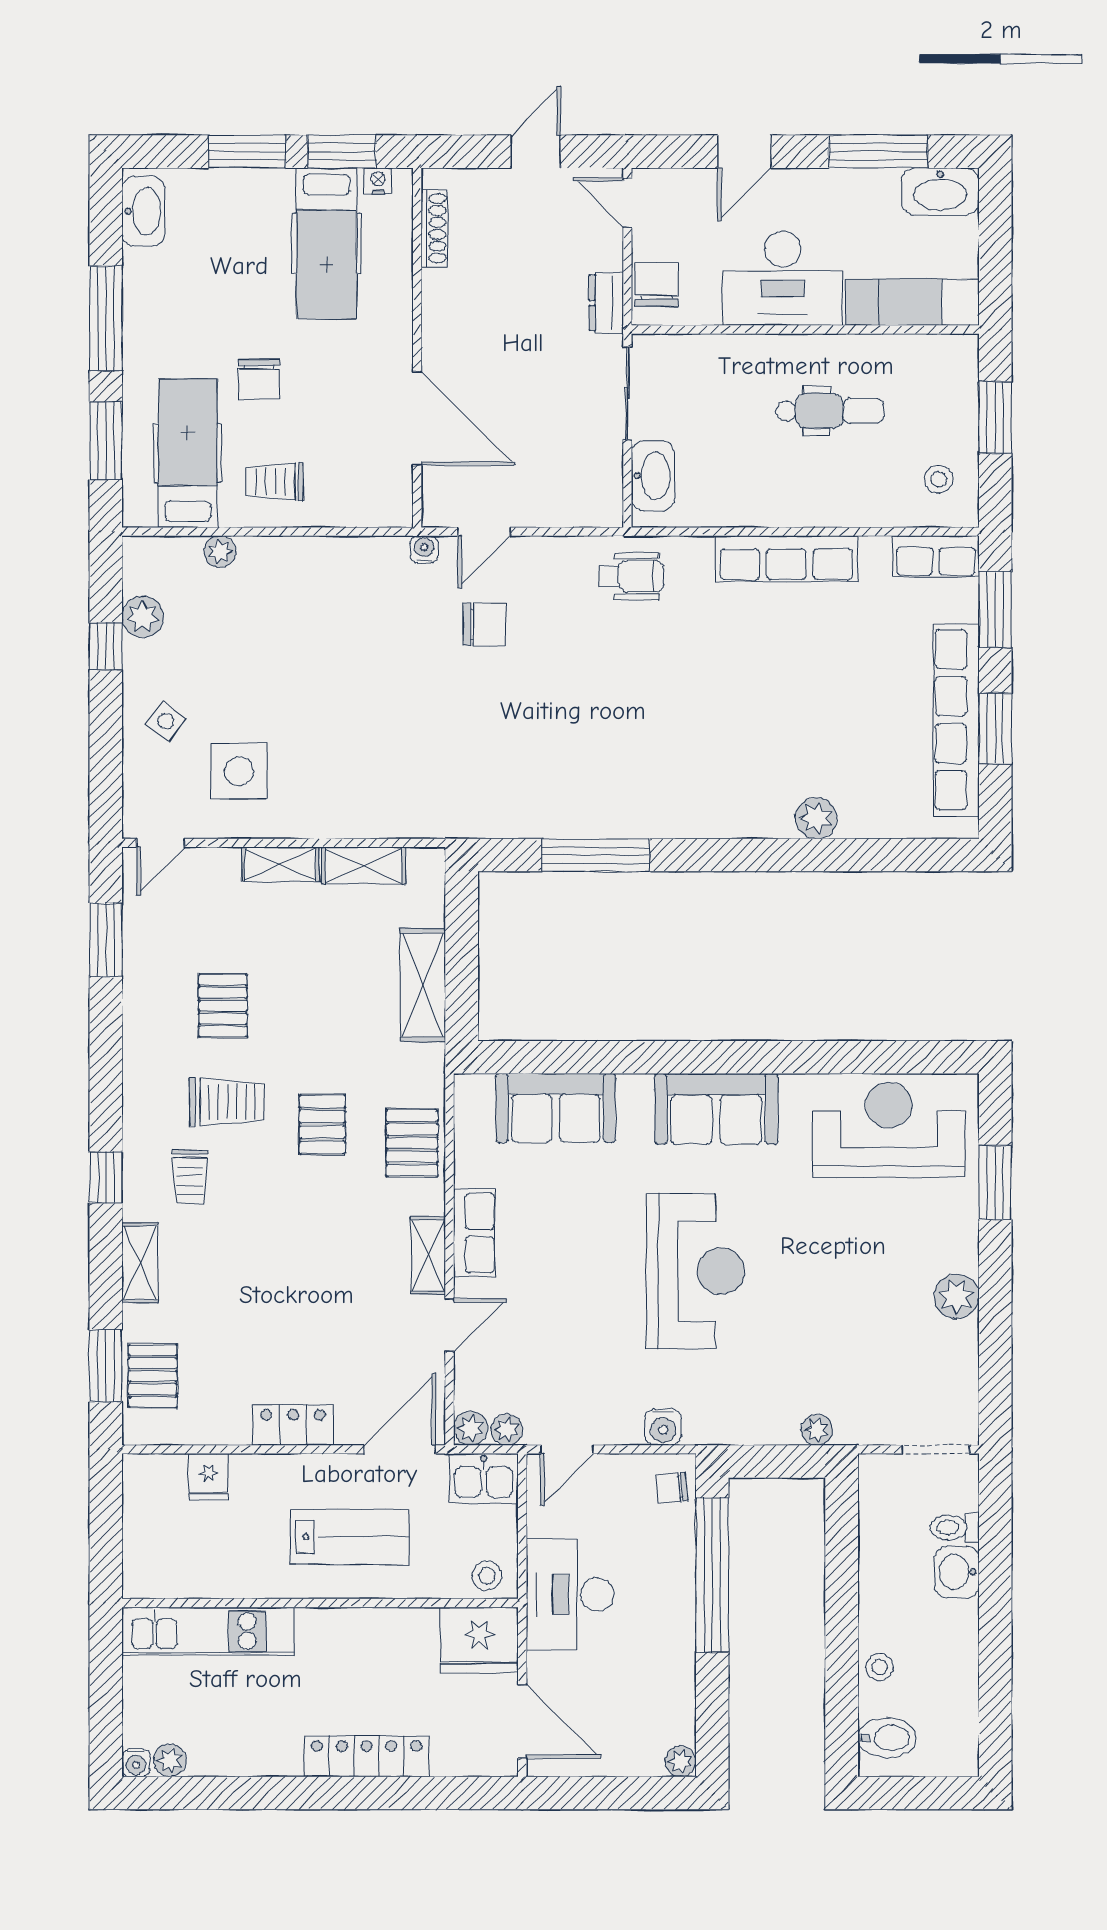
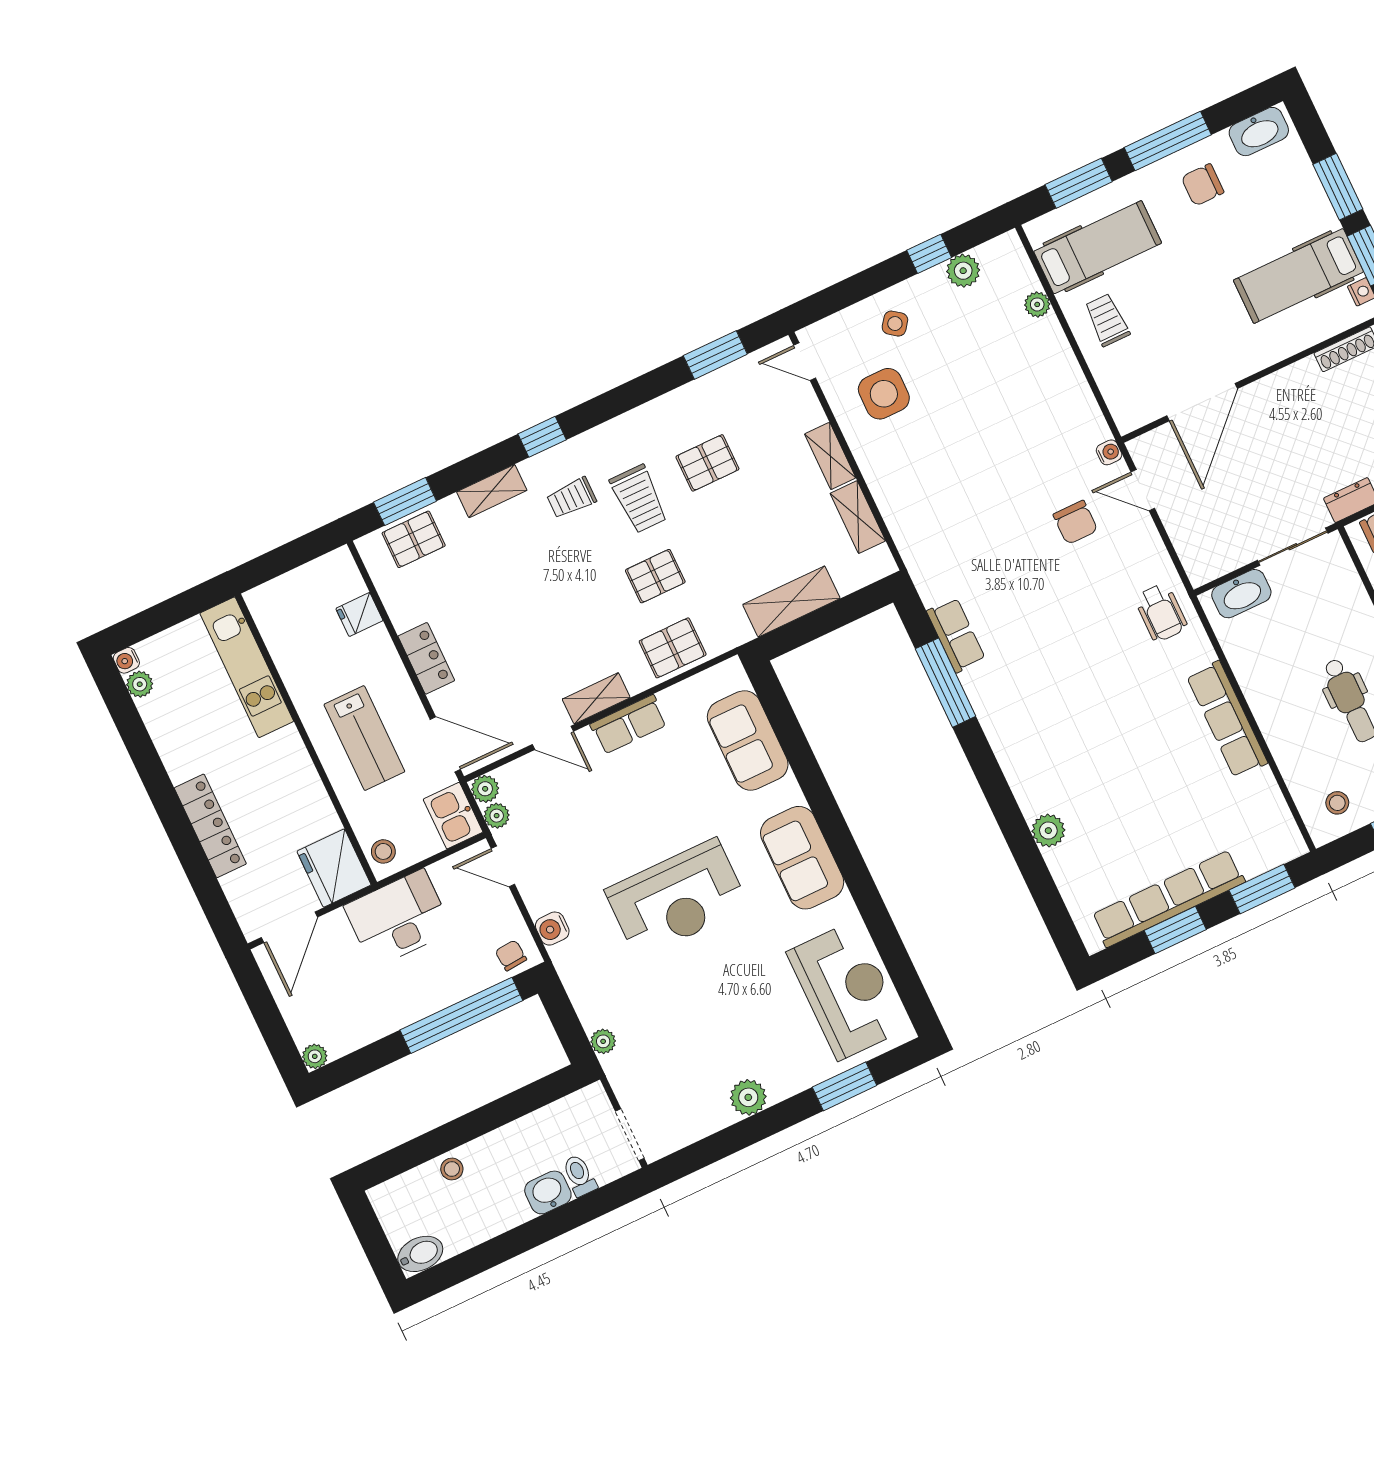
chair: (259, 379) -> (1203, 185), moved
row of seats: (936, 556) -> (956, 635), moved, turned 180
bidet: (887, 1738) -> (420, 1254), moved, turned -90

